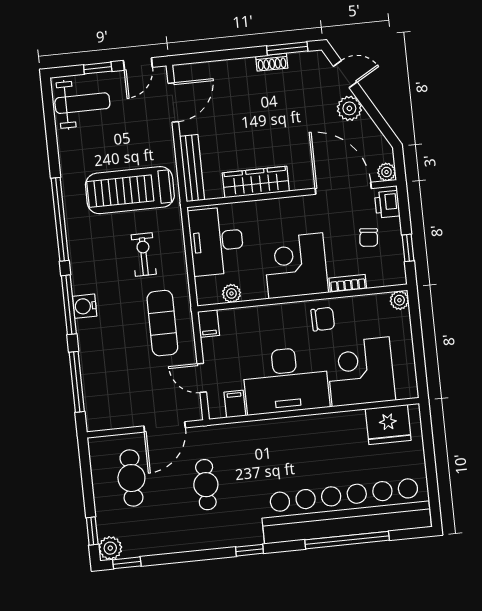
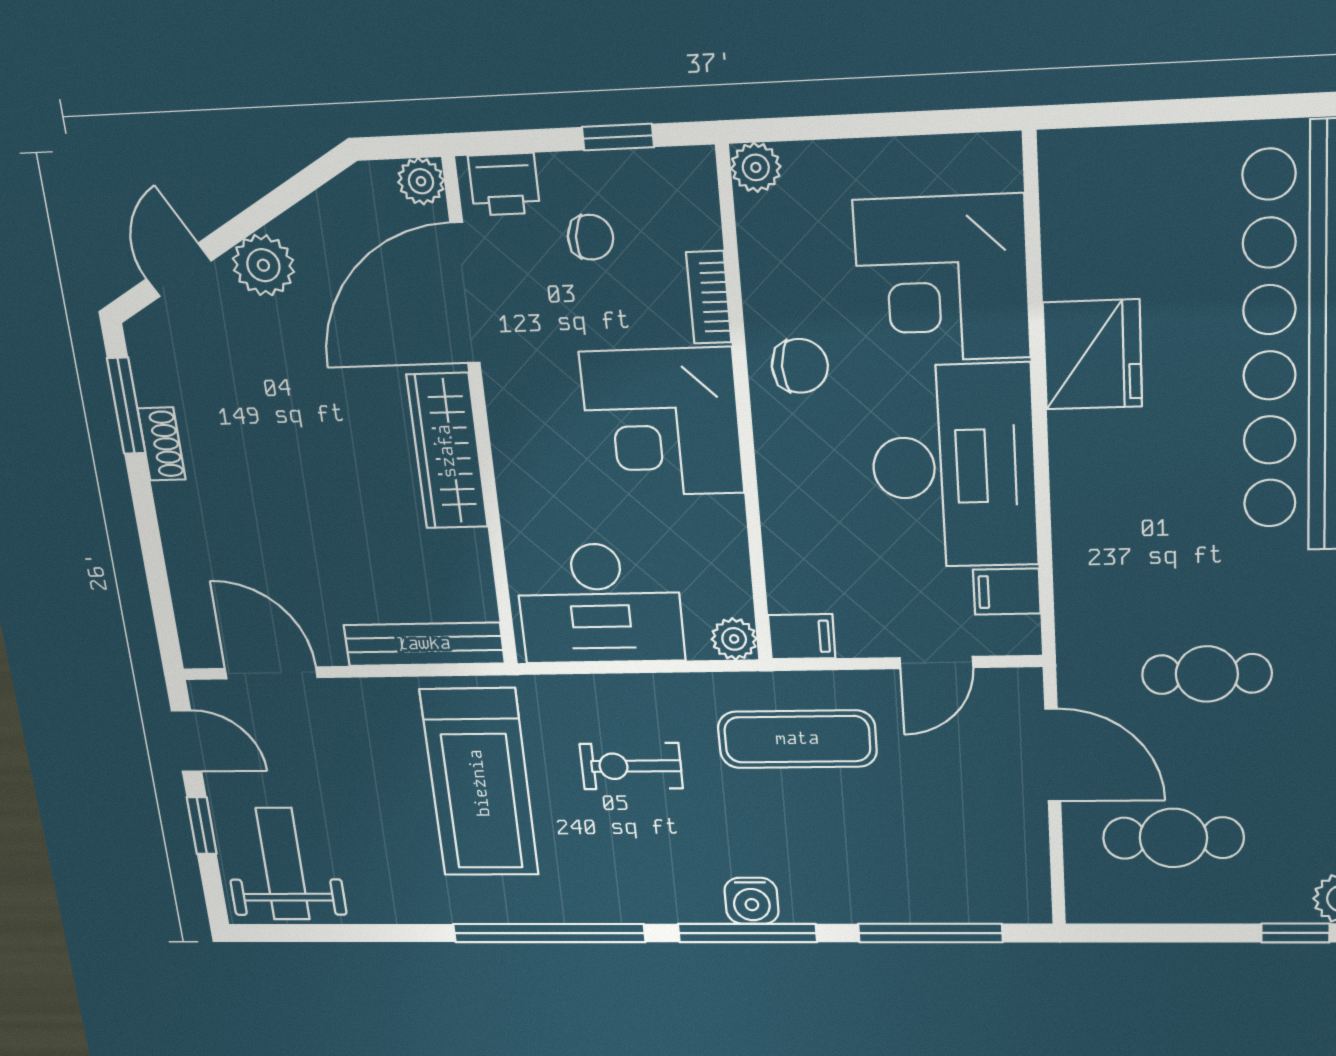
wardrobe: (256, 182) -> (447, 451), moved
plant: (231, 293) -> (734, 639), moved
chair: (323, 319) -> (800, 366), turned 91
fridge: (388, 425) -> (1093, 355), moved

